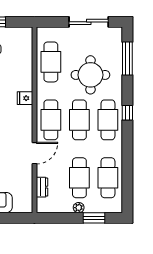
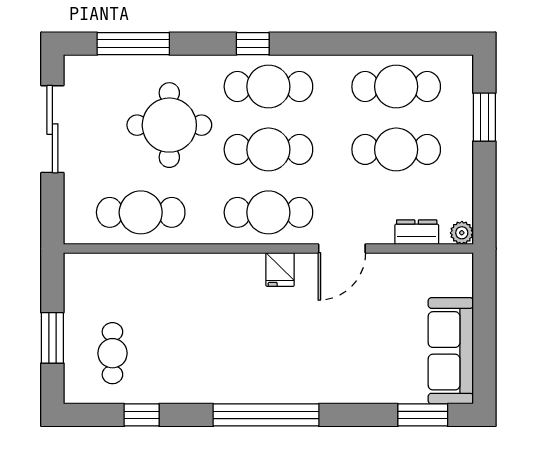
fridge: (25, 98) -> (280, 270), moved
door: (34, 153) -> (342, 248), swing flipped
plant: (79, 208) -> (462, 233), moved

